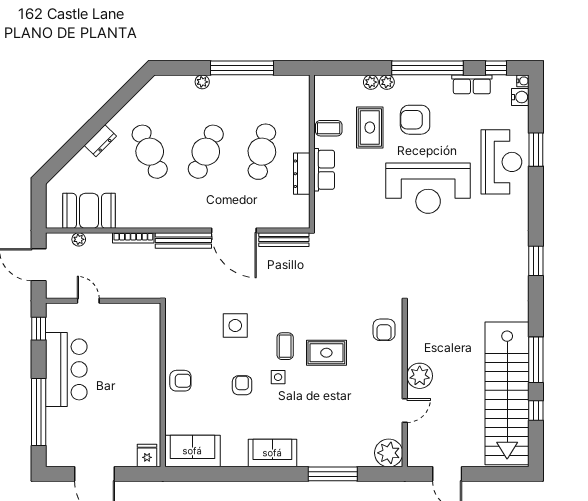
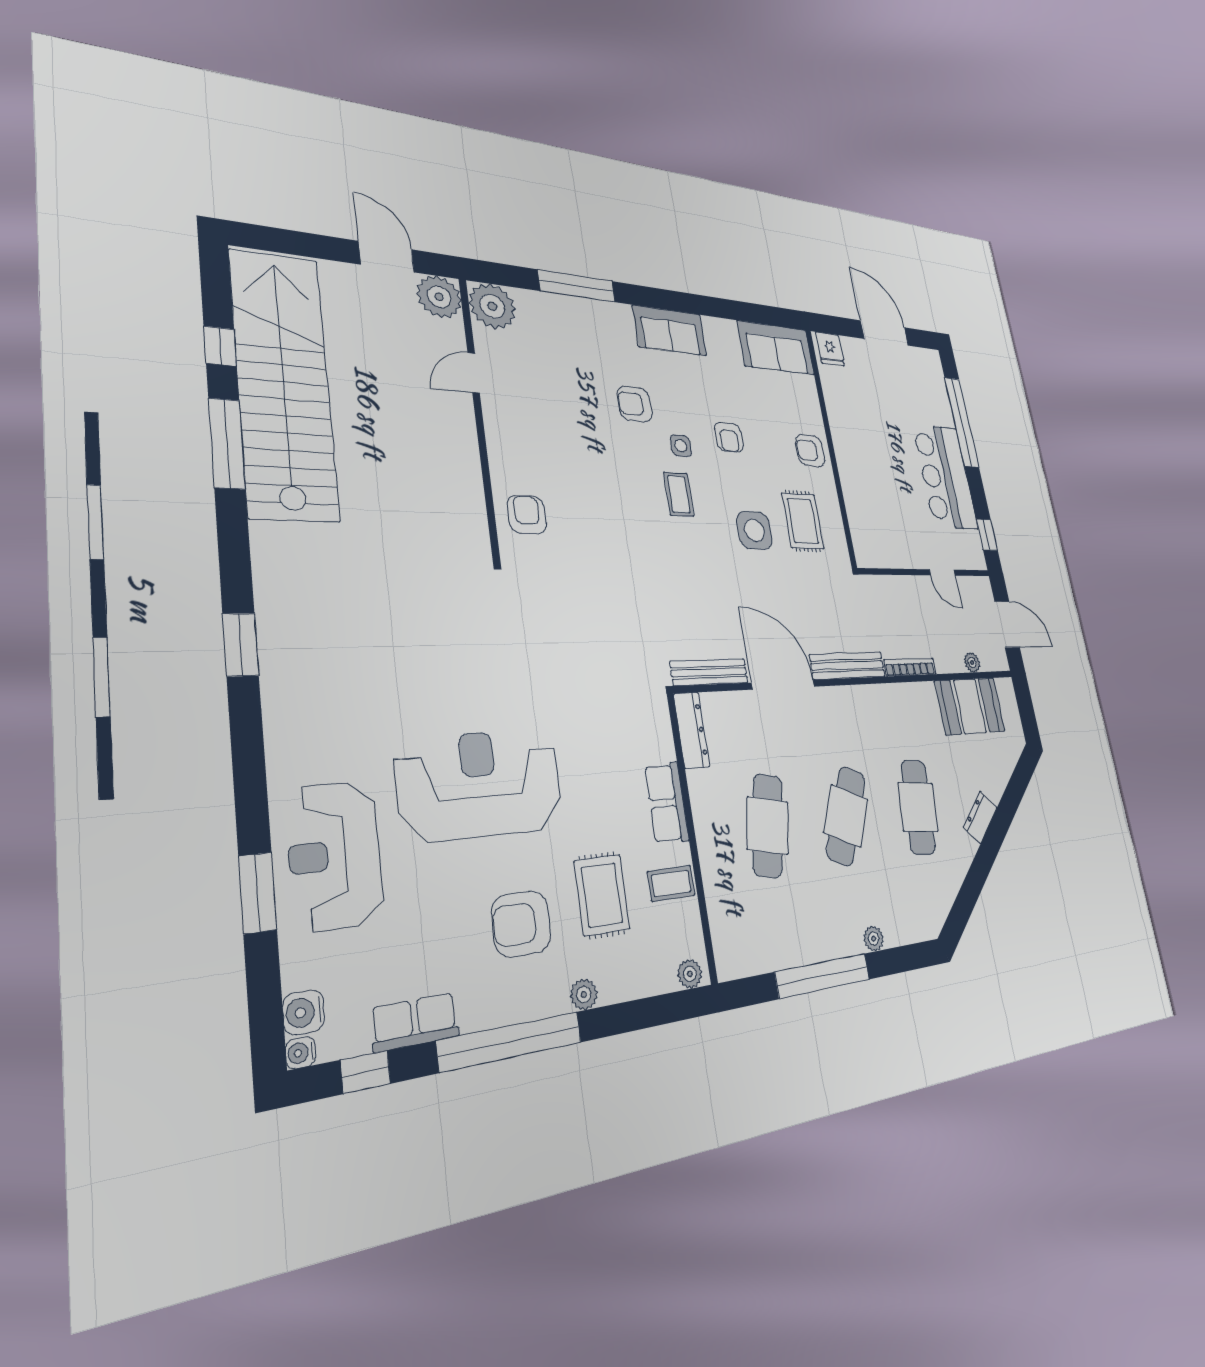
plant: (371, 82) -> (690, 974), moved
armchair: (415, 120) -> (521, 924), turned 180
cafe table: (150, 152) -> (918, 807), turned 30
dresser: (302, 174) -> (692, 730), moved
rug: (326, 353) -> (803, 521), moved, turned 90
plant: (420, 376) -> (439, 297), moved
armchair: (306, 401) -> (635, 404), added

